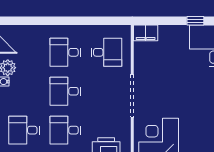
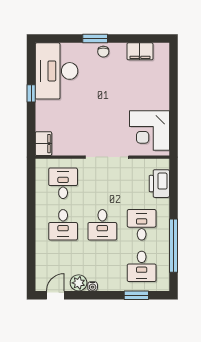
desk: (65, 130) -> (142, 225), turned 180

